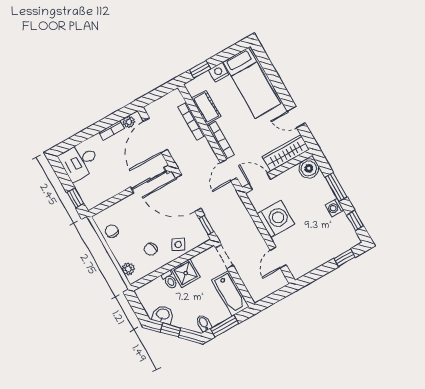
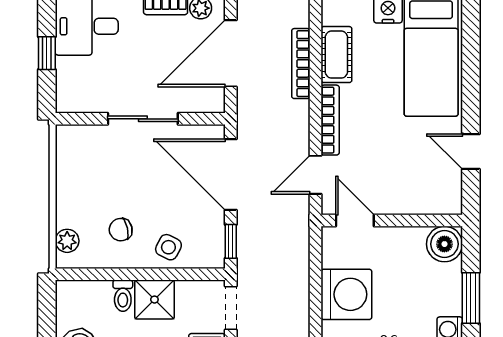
wardrobe: (286, 153) -> (422, 199), removed
sliding door: (149, 180) -> (143, 119), moved
window: (75, 198) -> (47, 53), moved
chair: (112, 231) -> (75, 166), removed

